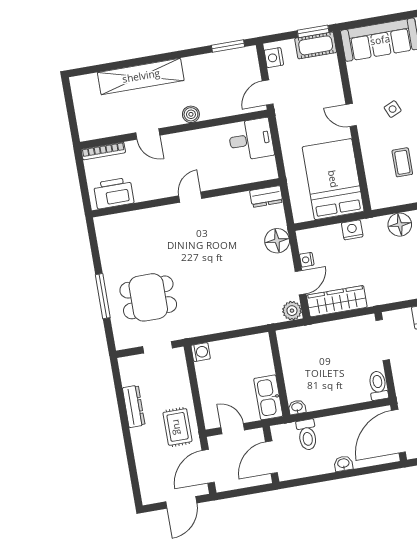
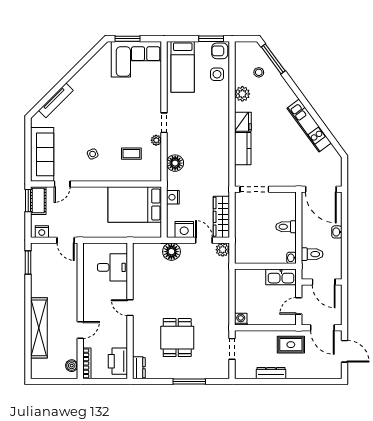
boiler: (191, 114) -> (72, 366), moved
door: (351, 115) -> (62, 184), moved
desk: (251, 140) -> (112, 267), moved, turned 90
dresser: (266, 196) -> (139, 368), moved
nightstand: (307, 260) -> (184, 229), width x1.89, depth x1.79
dining table: (148, 297) -> (177, 338), moved
toilet: (378, 385) -> (286, 227), moved

